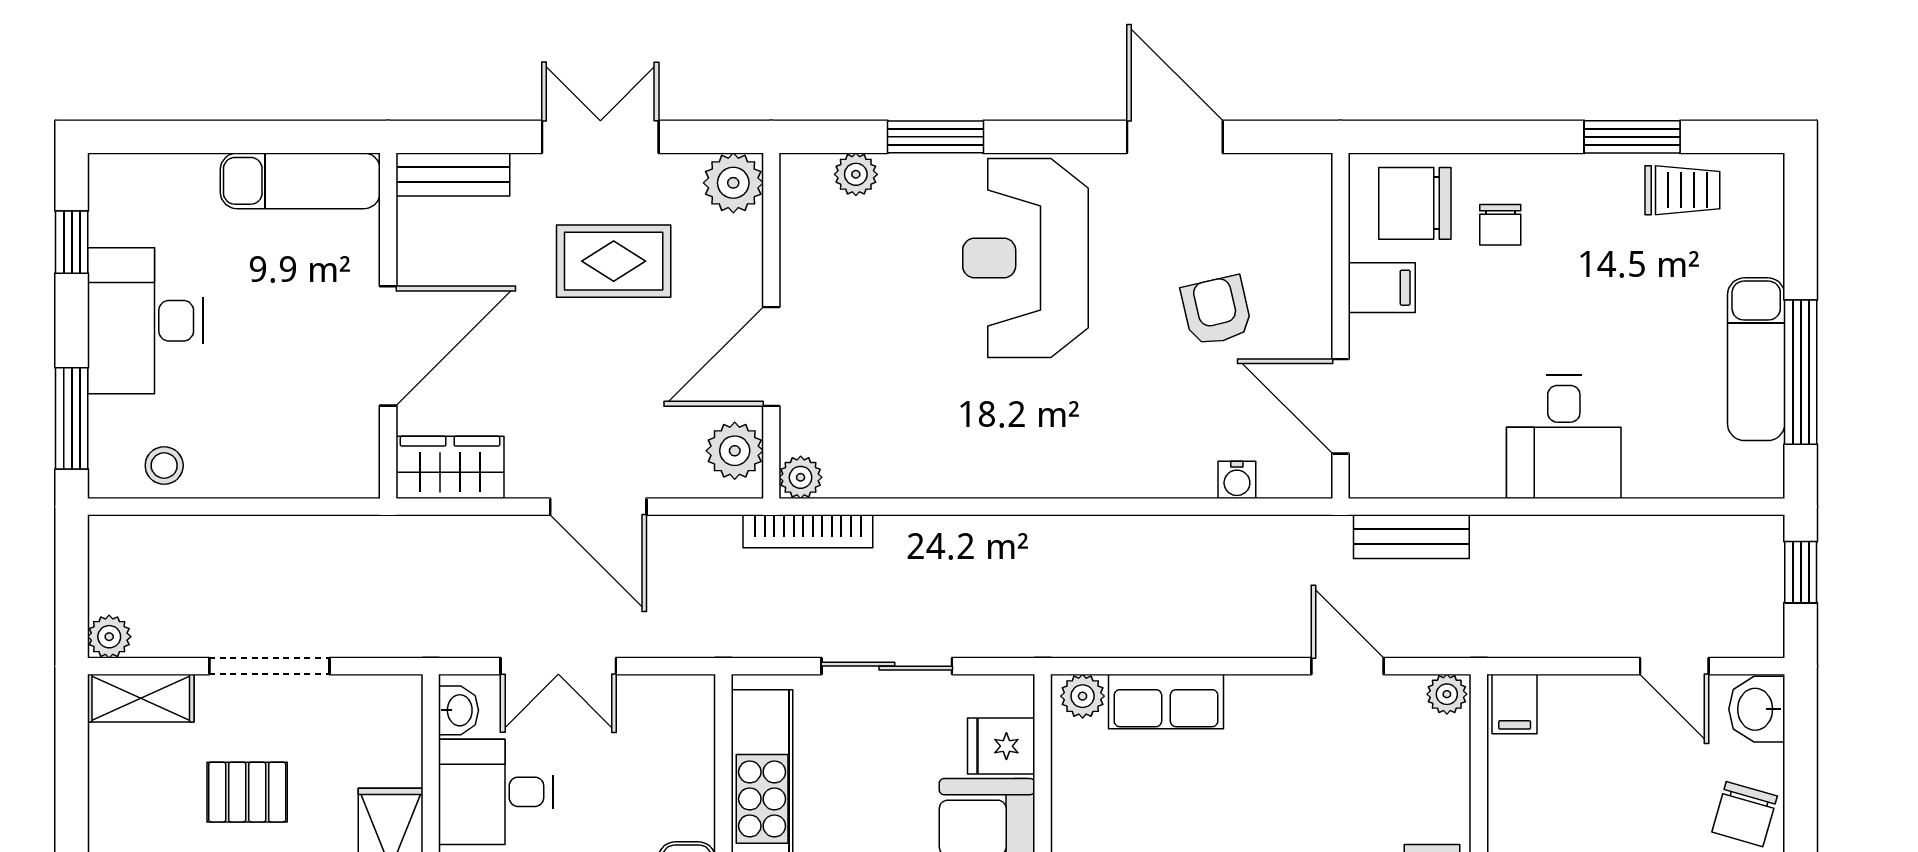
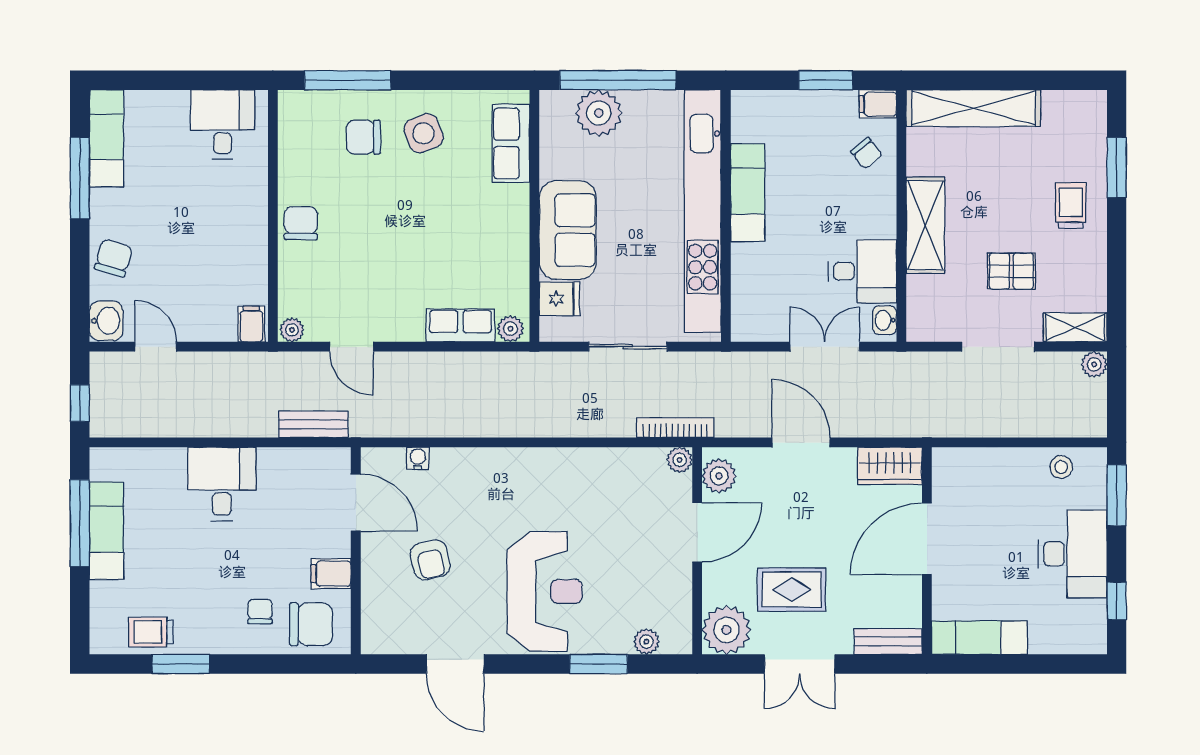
plant: (733, 183) -> (726, 630), width x1.36, depth x1.36

